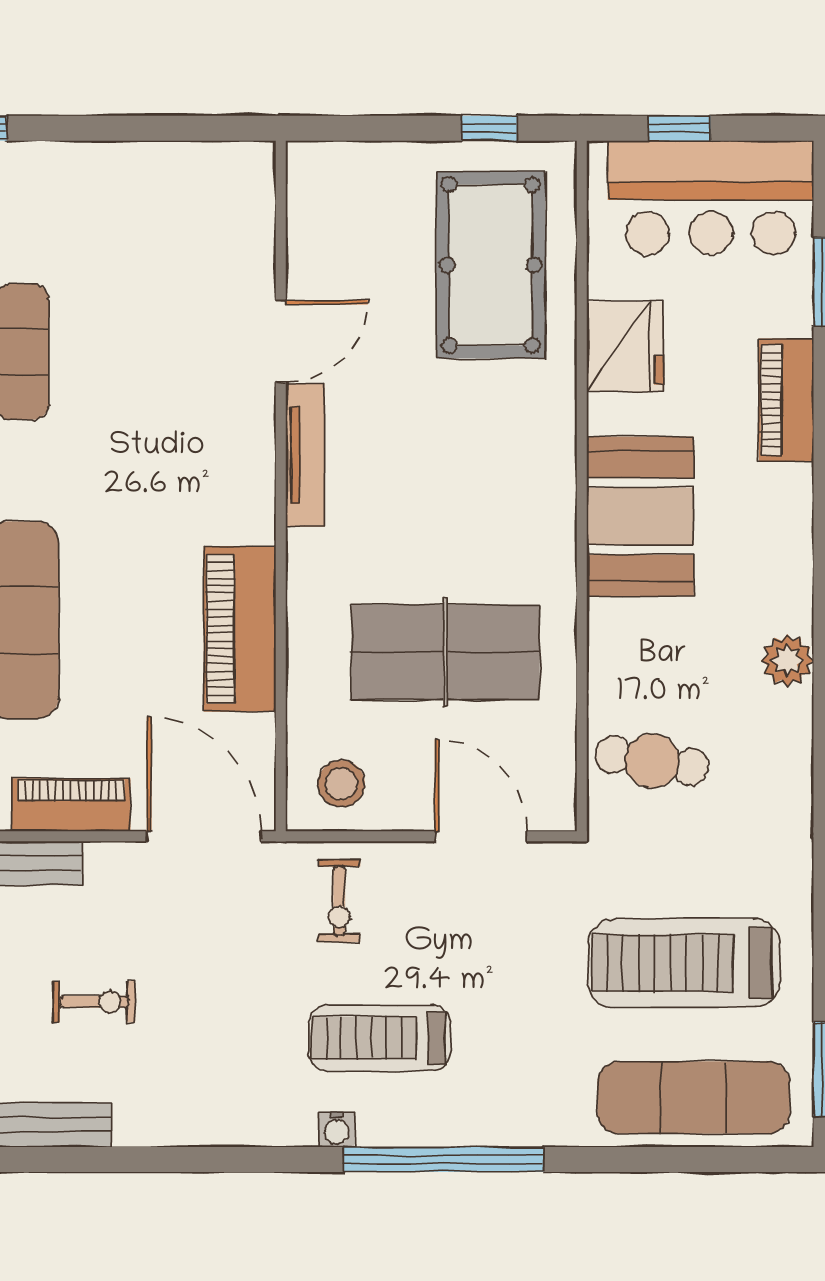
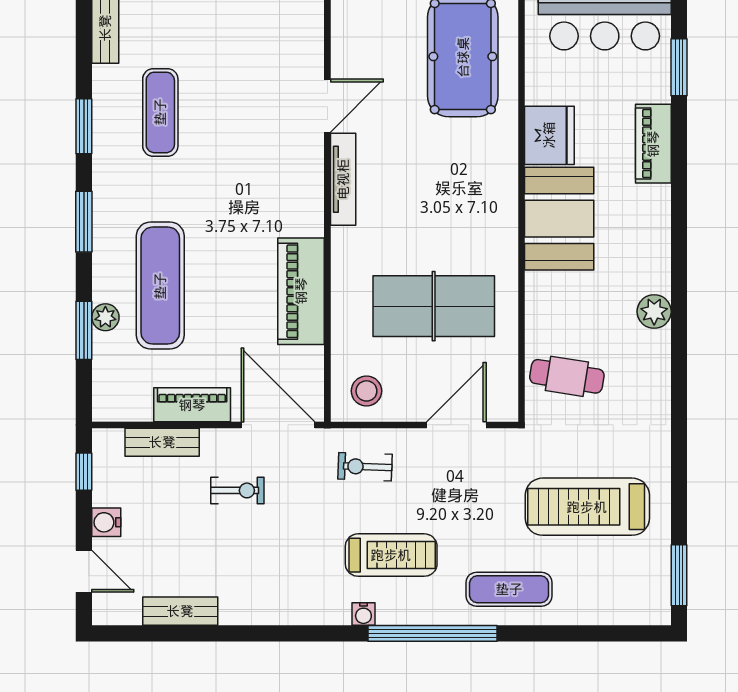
fridge: (625, 347) -> (549, 135), moved
door: (481, 836) -> (456, 425), hinge flipped
exercise bike: (339, 901) -> (365, 467), turned 92
exercise bike: (94, 1002) -> (237, 490), moved
treadmill: (380, 1038) -> (391, 555), turned 180
exercise mat: (693, 1098) -> (509, 589), moved, width x0.73, depth x0.69

